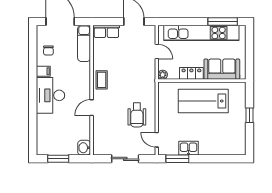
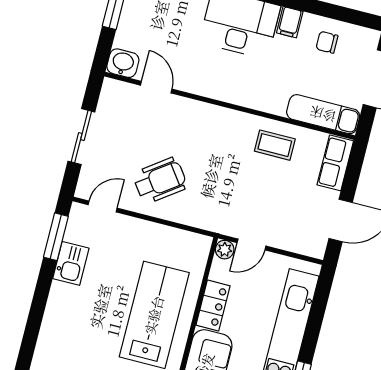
door: (157, 51) -> (251, 244), moved
coffee table: (102, 80) -> (275, 145), moved
door: (92, 108) -> (156, 87), moved
wheelchair: (137, 115) -> (160, 180), turned 144

